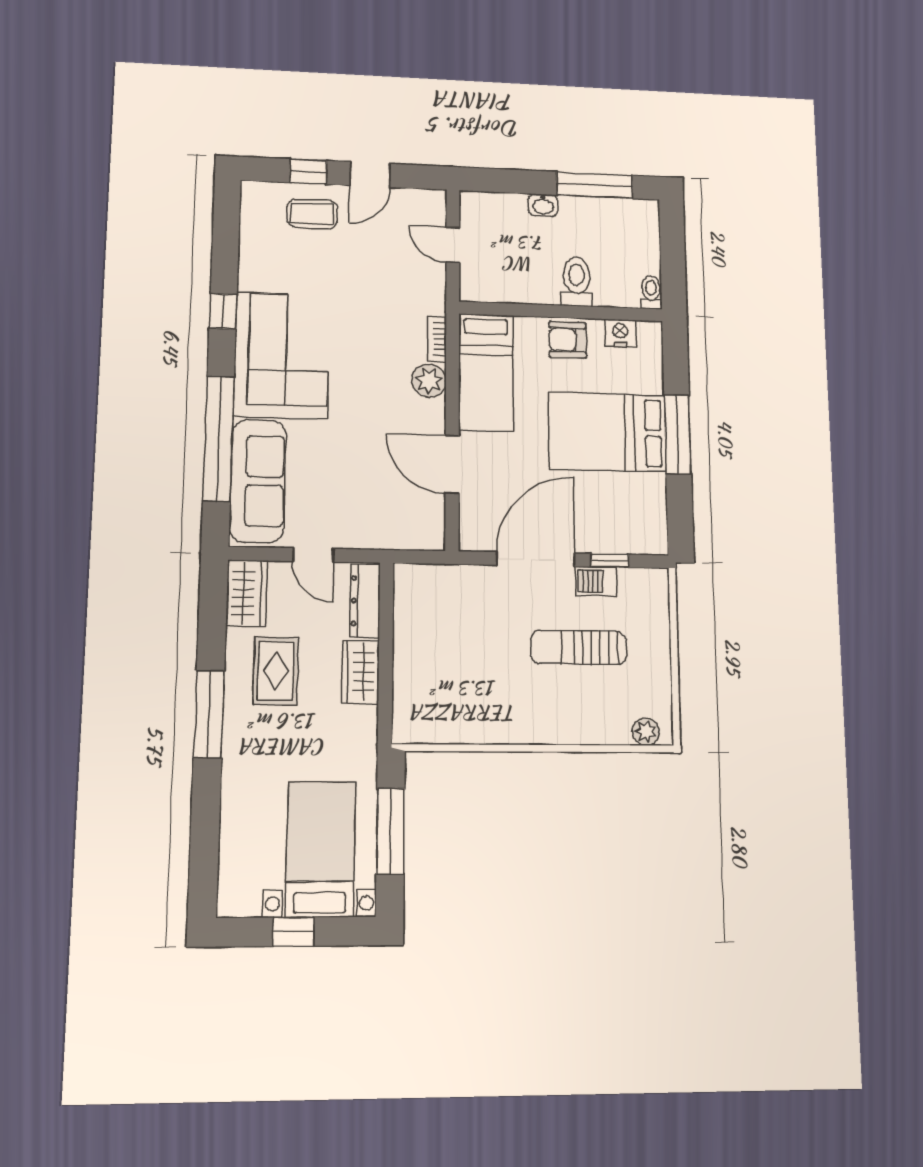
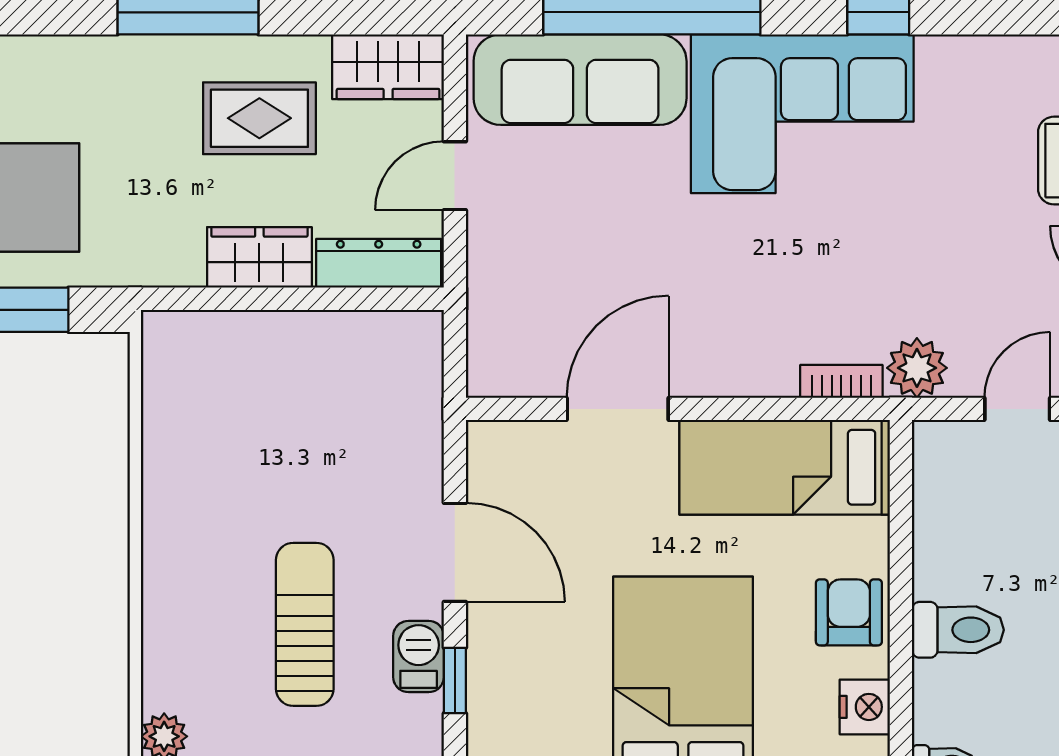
plant: (429, 381) -> (917, 368), moved
door: (536, 559) -> (455, 552), width x0.73

